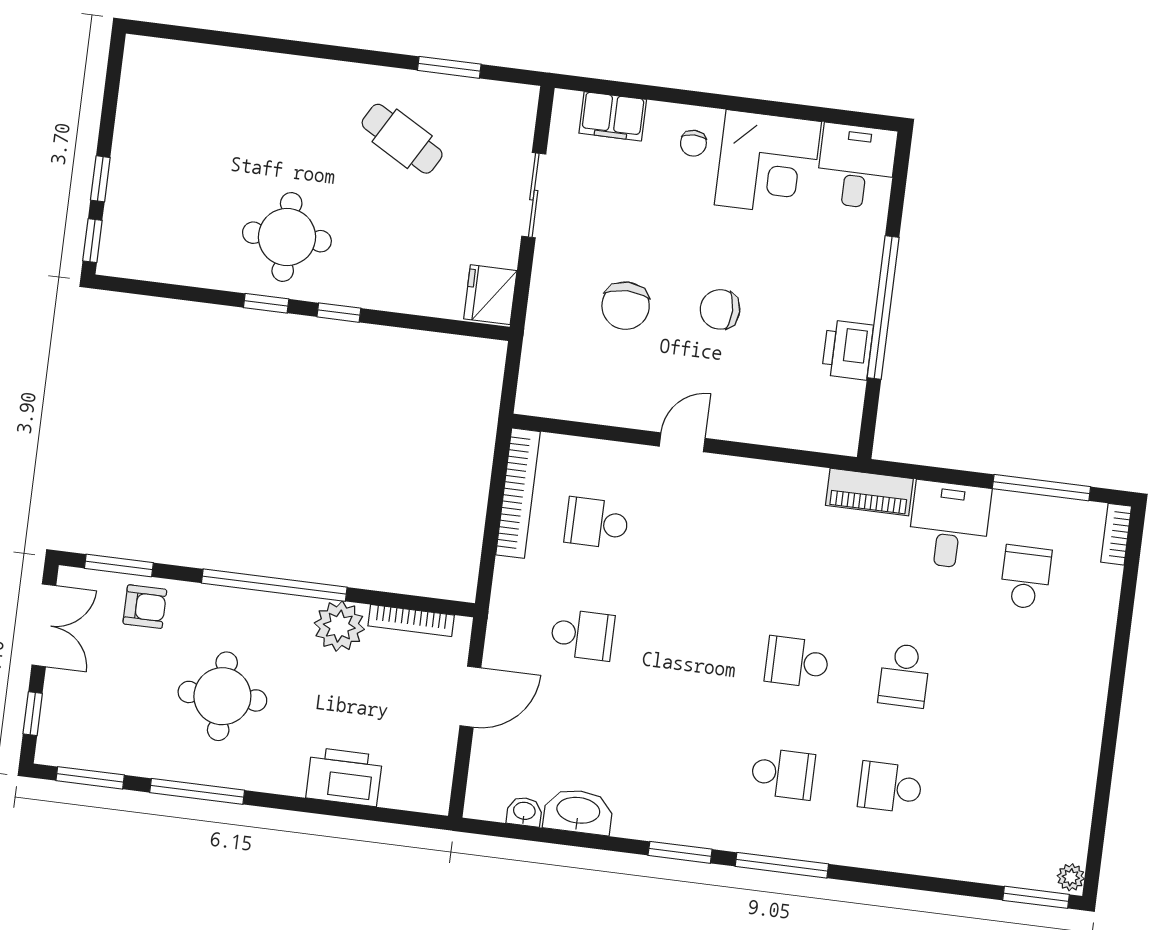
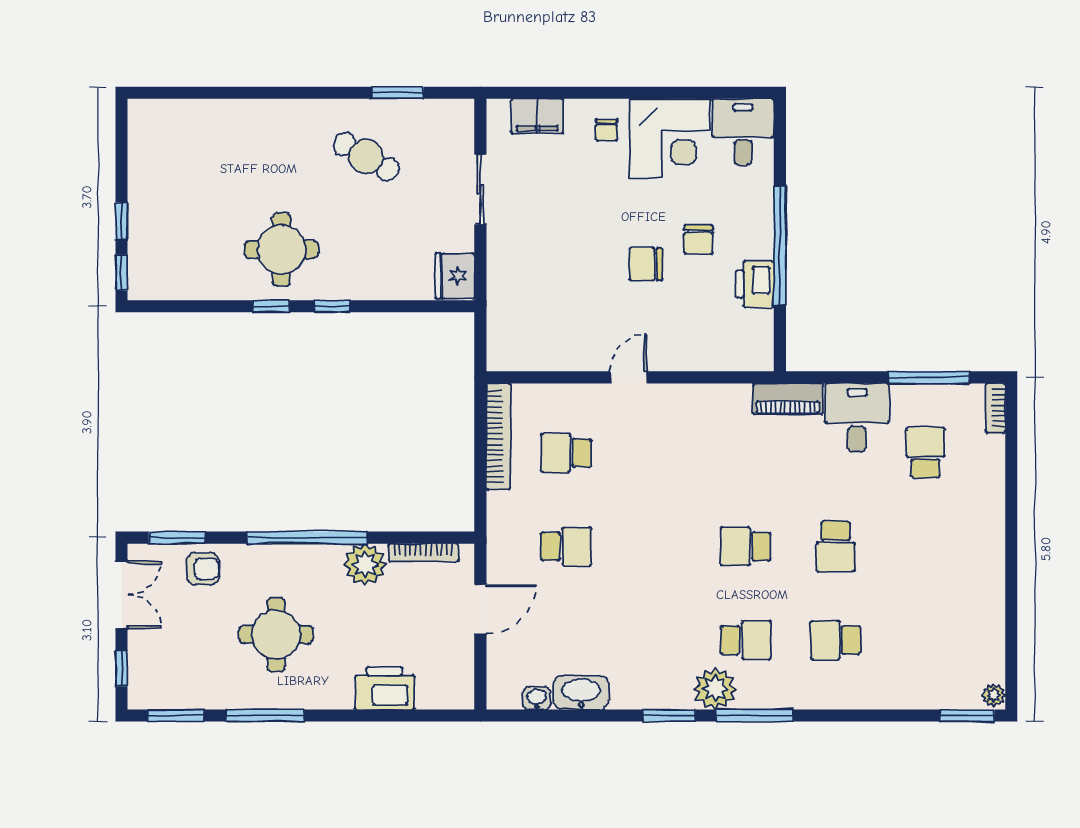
chair: (626, 306) -> (699, 240), moved, width x0.73, depth x0.73
plant: (739, 827) -> (715, 689), added

